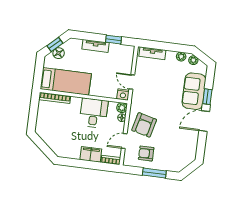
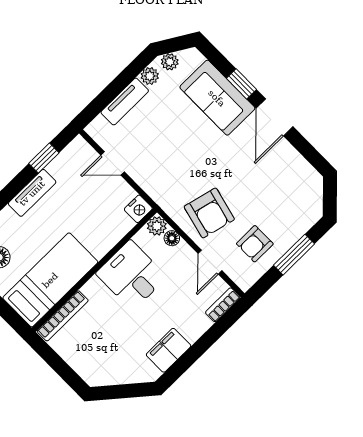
tv unit: (152, 53) -> (125, 102), moved
door: (132, 82) -> (113, 163), moved
filing cabinet: (91, 154) -> (169, 350), moved

